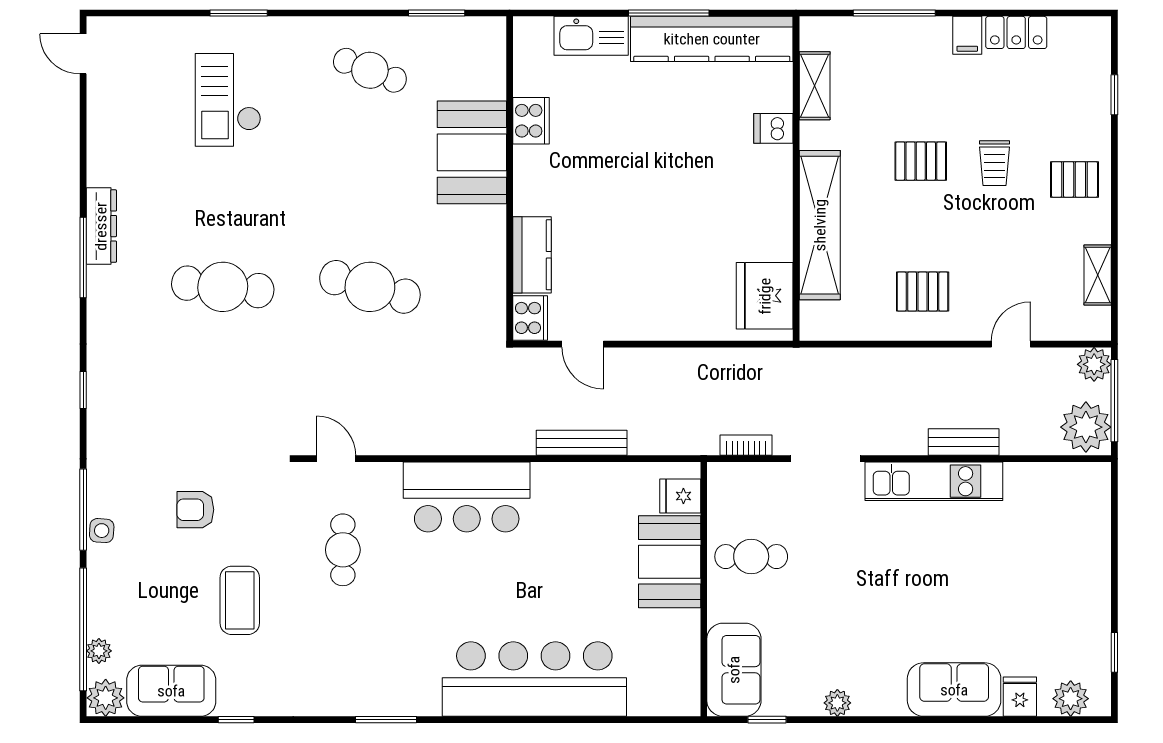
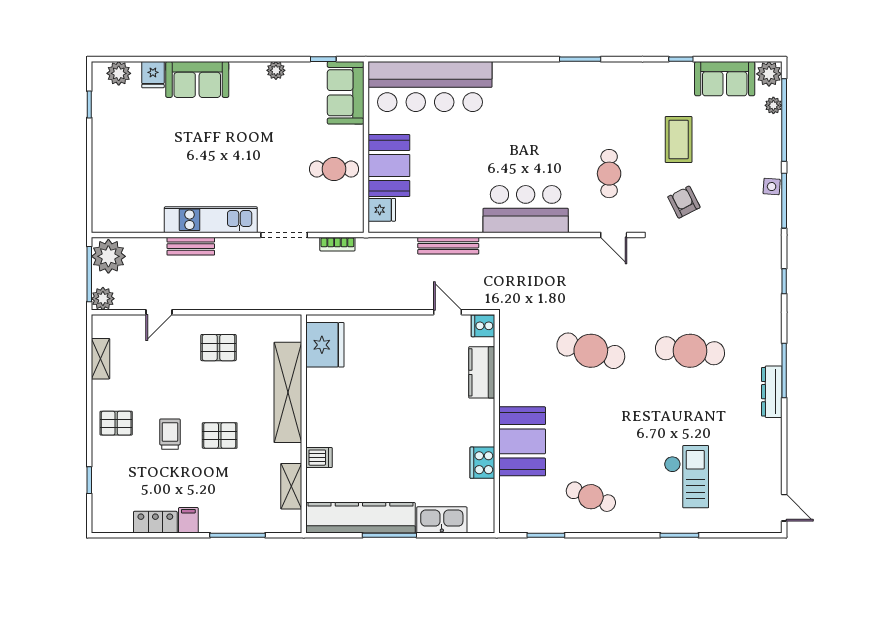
cooker: (530, 318) -> (483, 326), width x0.73
armchair: (195, 510) -> (684, 202), moved, turned -117
bar counter: (534, 679) -> (430, 86), moved

